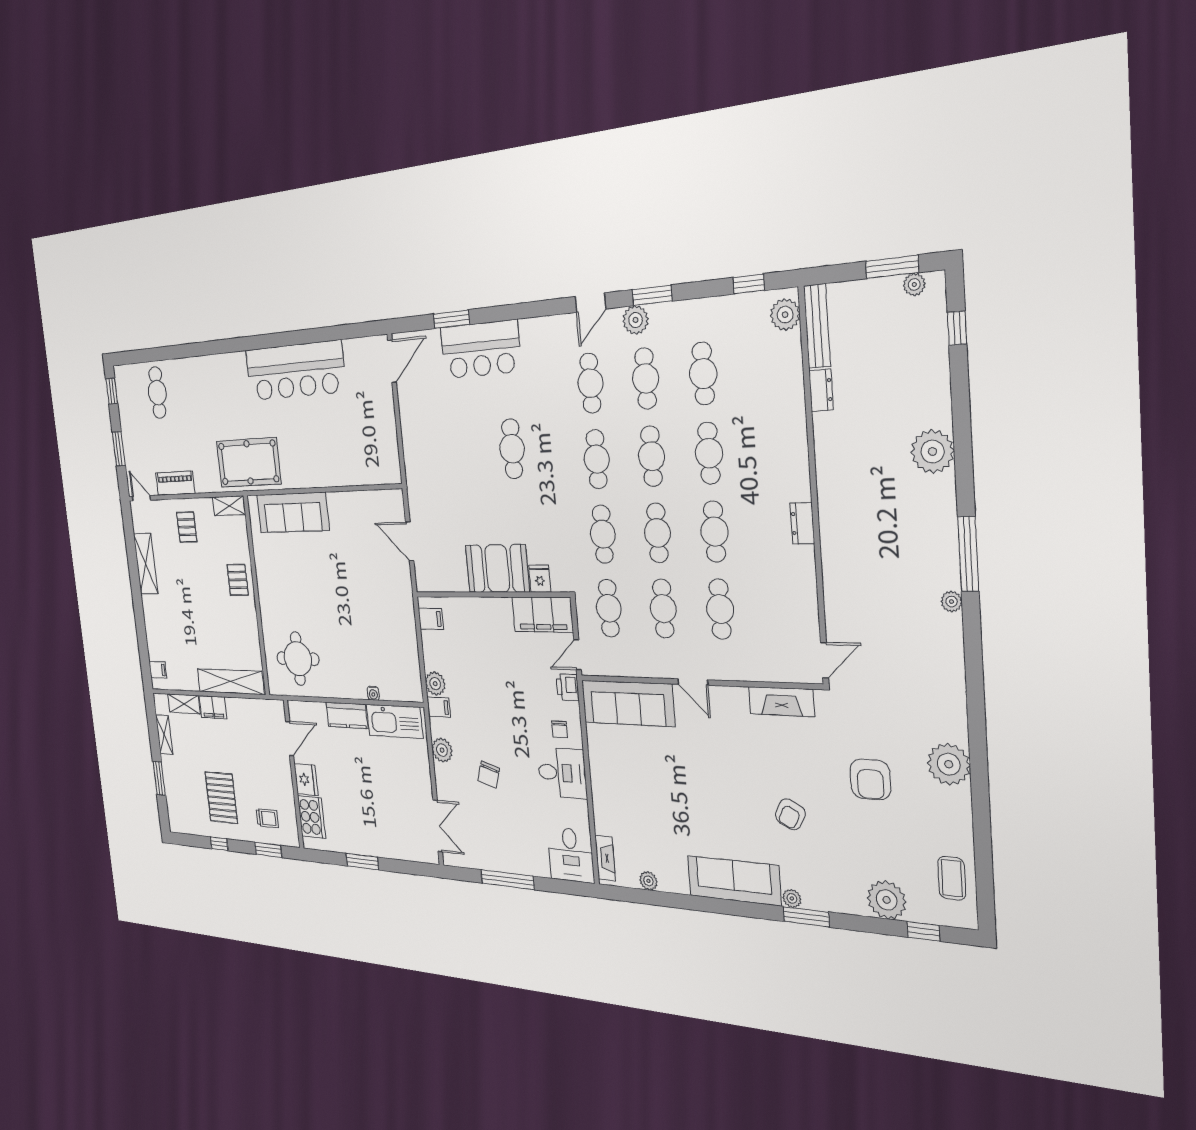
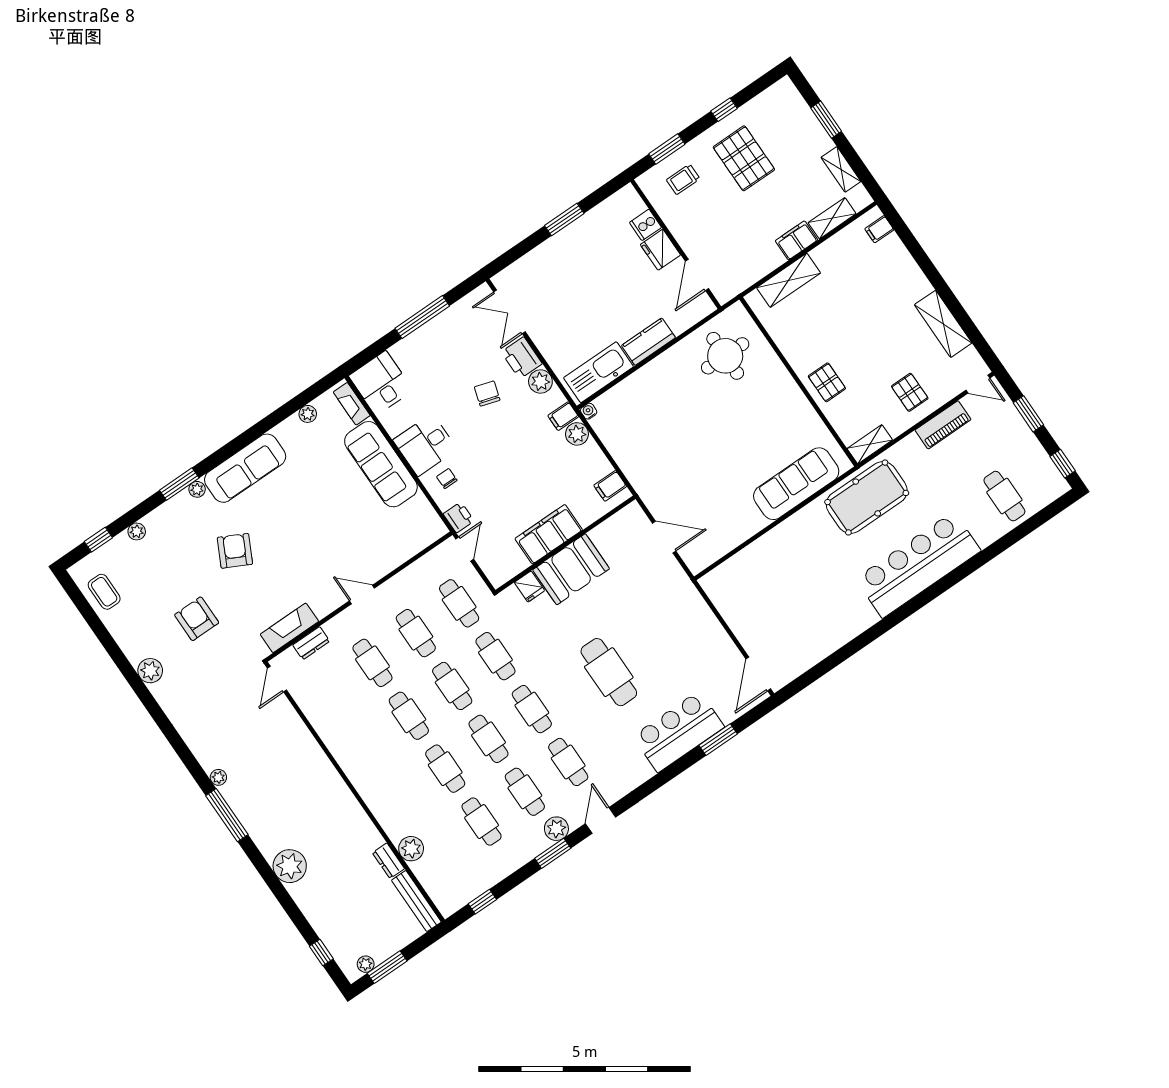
plant: (785, 315) -> (411, 849), moved
bar counter: (295, 371) -> (918, 565), moved
cafe table: (512, 449) -> (609, 672), width x1.37, depth x1.35
dresser: (802, 523) -> (311, 643), moved, turned 90
filing cabinet: (543, 615) -> (549, 534), moved
shelving: (230, 682) -> (789, 280), width x0.68
water cooler: (373, 693) -> (589, 411), moved
sofa: (628, 703) -> (381, 464), moved, turned -90
plant: (949, 764) -> (150, 671), width x0.73, depth x0.73
printer: (447, 781) -> (522, 358), added
armchair: (790, 814) -> (235, 551), width x1.38, depth x1.38
cooker: (312, 817) -> (645, 225), width x0.53, depth x0.76
plant: (887, 900) -> (137, 531), width x0.53, depth x0.53

